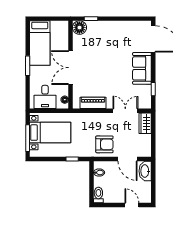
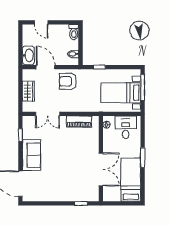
floor lamp: (79, 28) -> (92, 195), removed
double door: (71, 68) -> (101, 169), moved
wardrobe: (145, 123) -> (28, 91), moved

